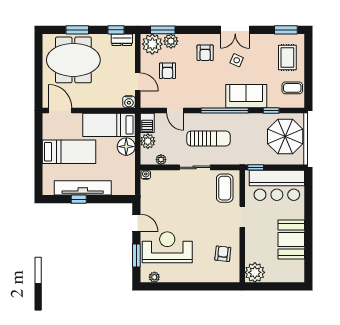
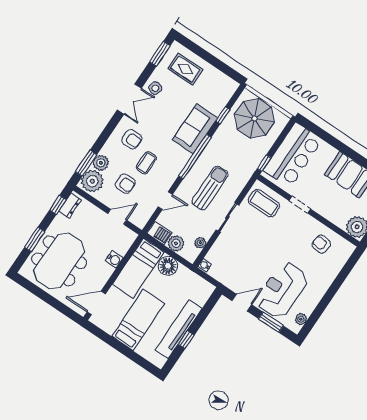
side table: (237, 60) -> (155, 88), moved
coffee table: (292, 88) -> (146, 163), moved
water cooler: (129, 102) -> (114, 260), moved

